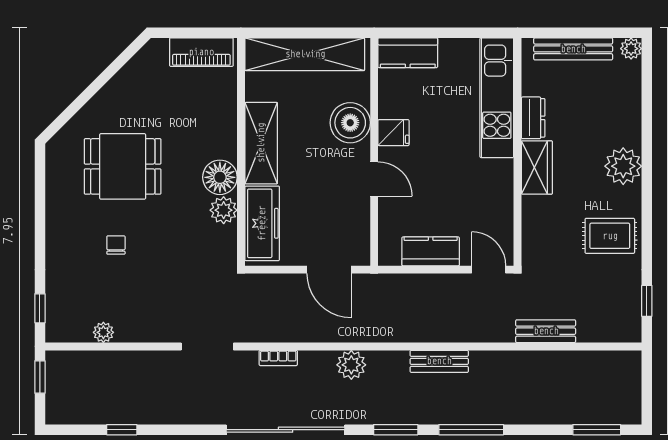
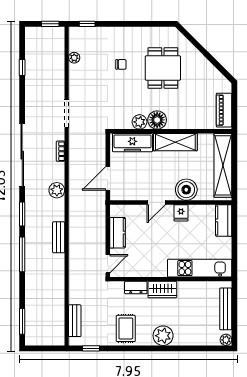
dresser: (533, 118) -> (136, 287), moved
bench: (546, 331) -> (75, 321), moved

